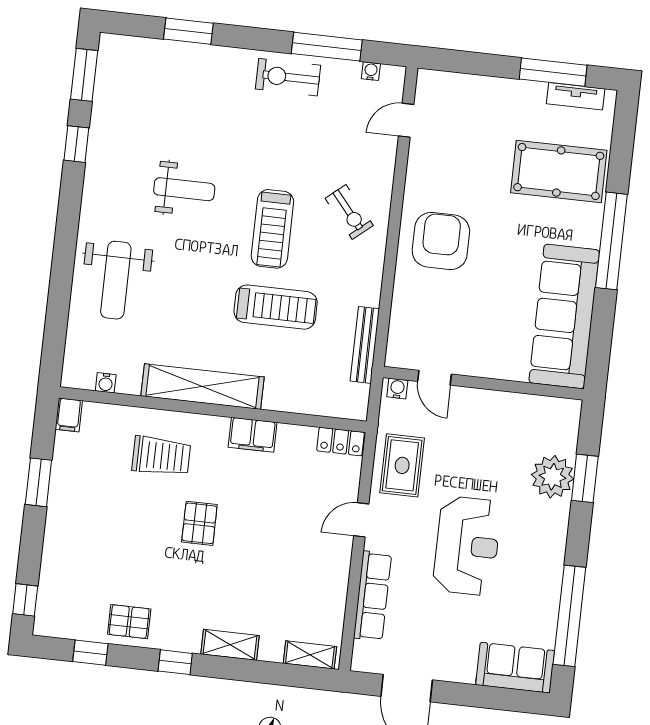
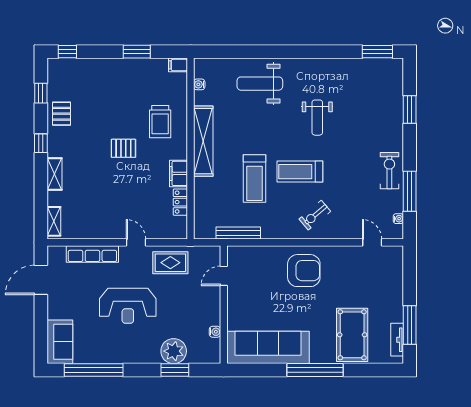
window: (76, 144) -> (337, 52), removed
water cooler: (397, 389) -> (215, 332), moved
locker: (341, 442) -> (180, 202), moved

